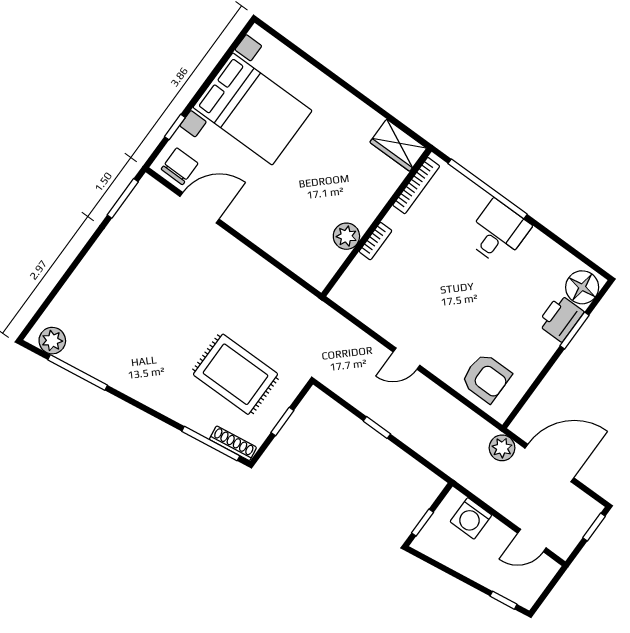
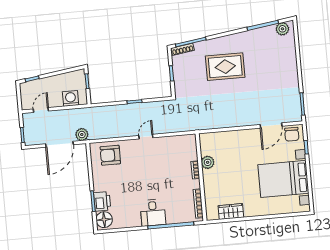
wardrobe: (398, 145) -> (231, 212), moved
rug: (236, 374) -> (225, 67), moved

